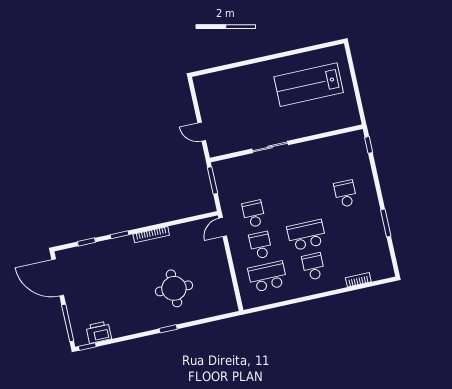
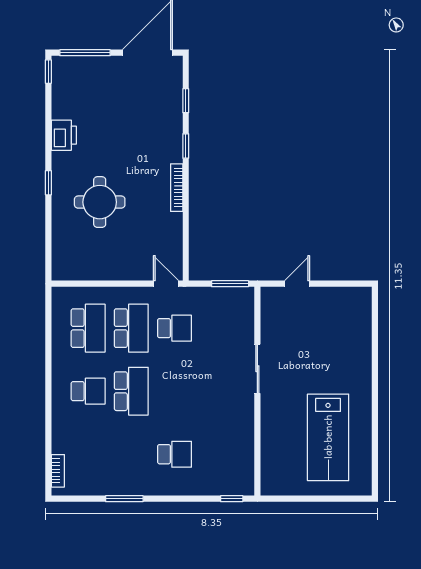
lab bench: (309, 85) -> (328, 437), turned 180
school desk: (261, 245) -> (131, 328), width x1.85
bookcase: (358, 280) -> (58, 471), moved
printer: (99, 332) -> (64, 135), moved

